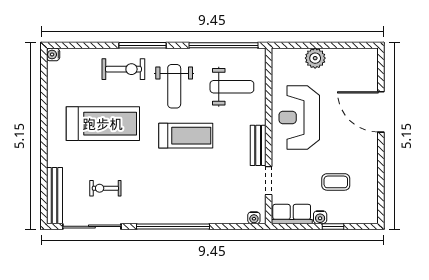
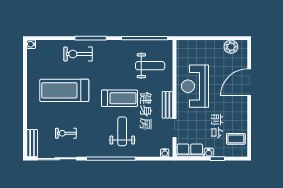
plant: (315, 58) -> (231, 47), moved
exercise bike: (123, 69) -> (78, 54), turned 180
weight bench: (174, 86) -> (122, 131), moved, turned 180
door: (381, 112) -> (249, 82), hinge flipped
treadmill: (103, 124) -> (64, 90), turned 180
coffee table: (336, 182) -> (236, 139), moved
bench: (54, 196) -> (32, 143), width x0.73

